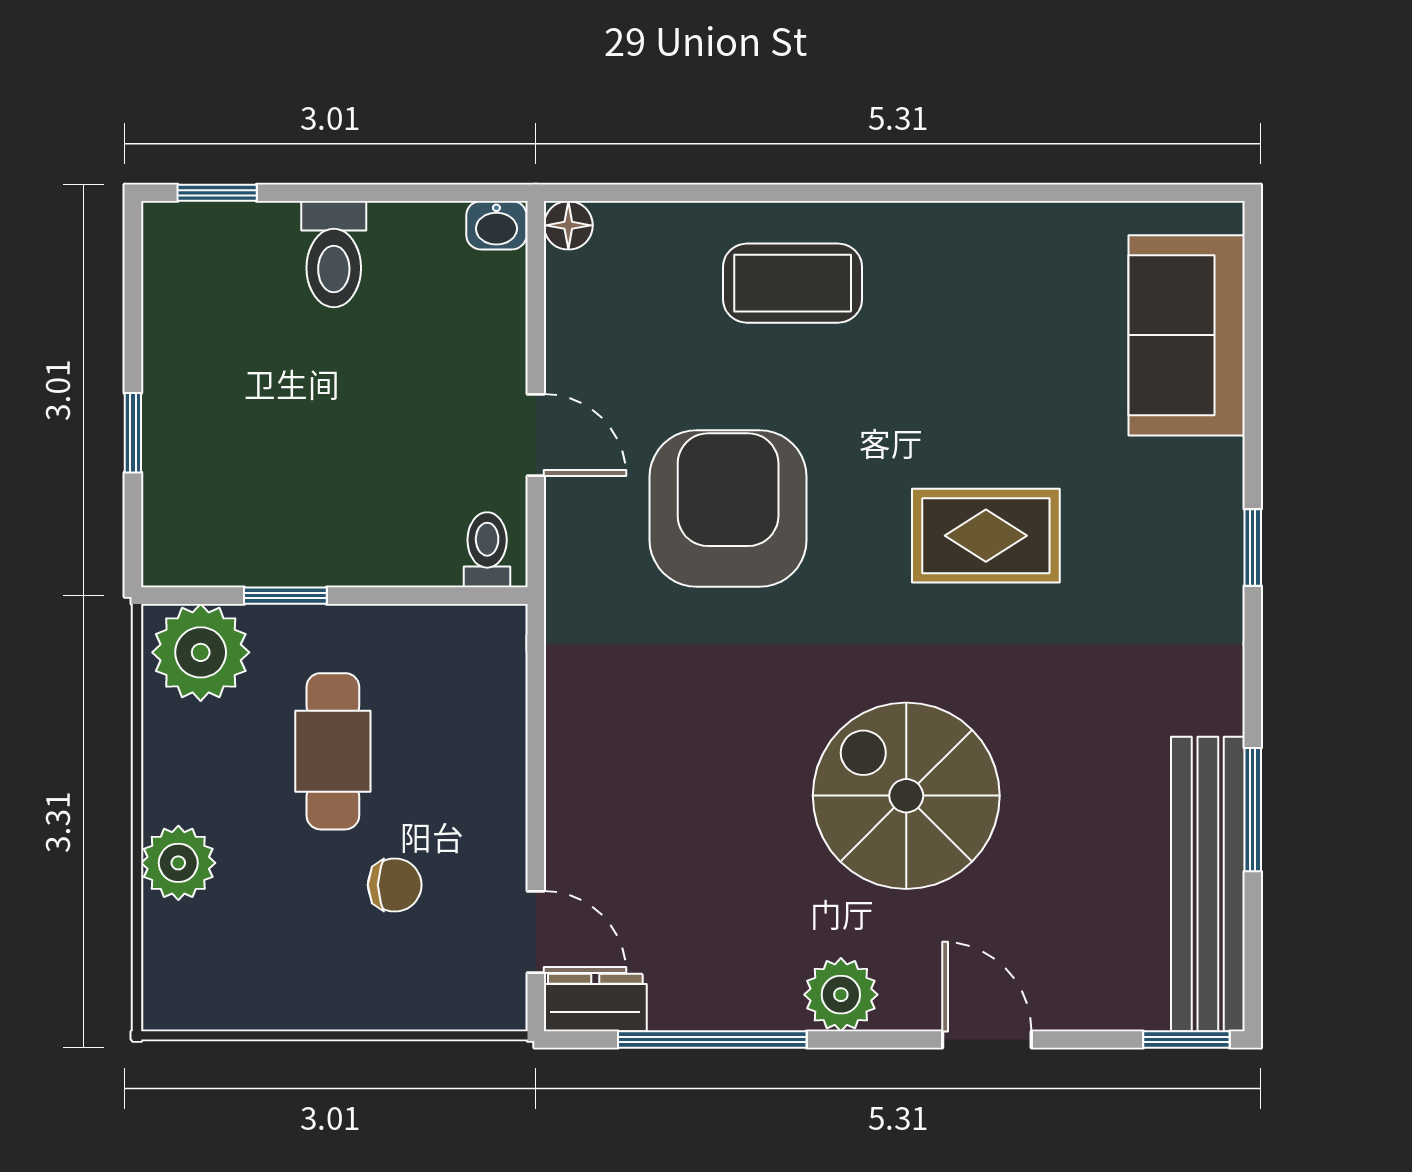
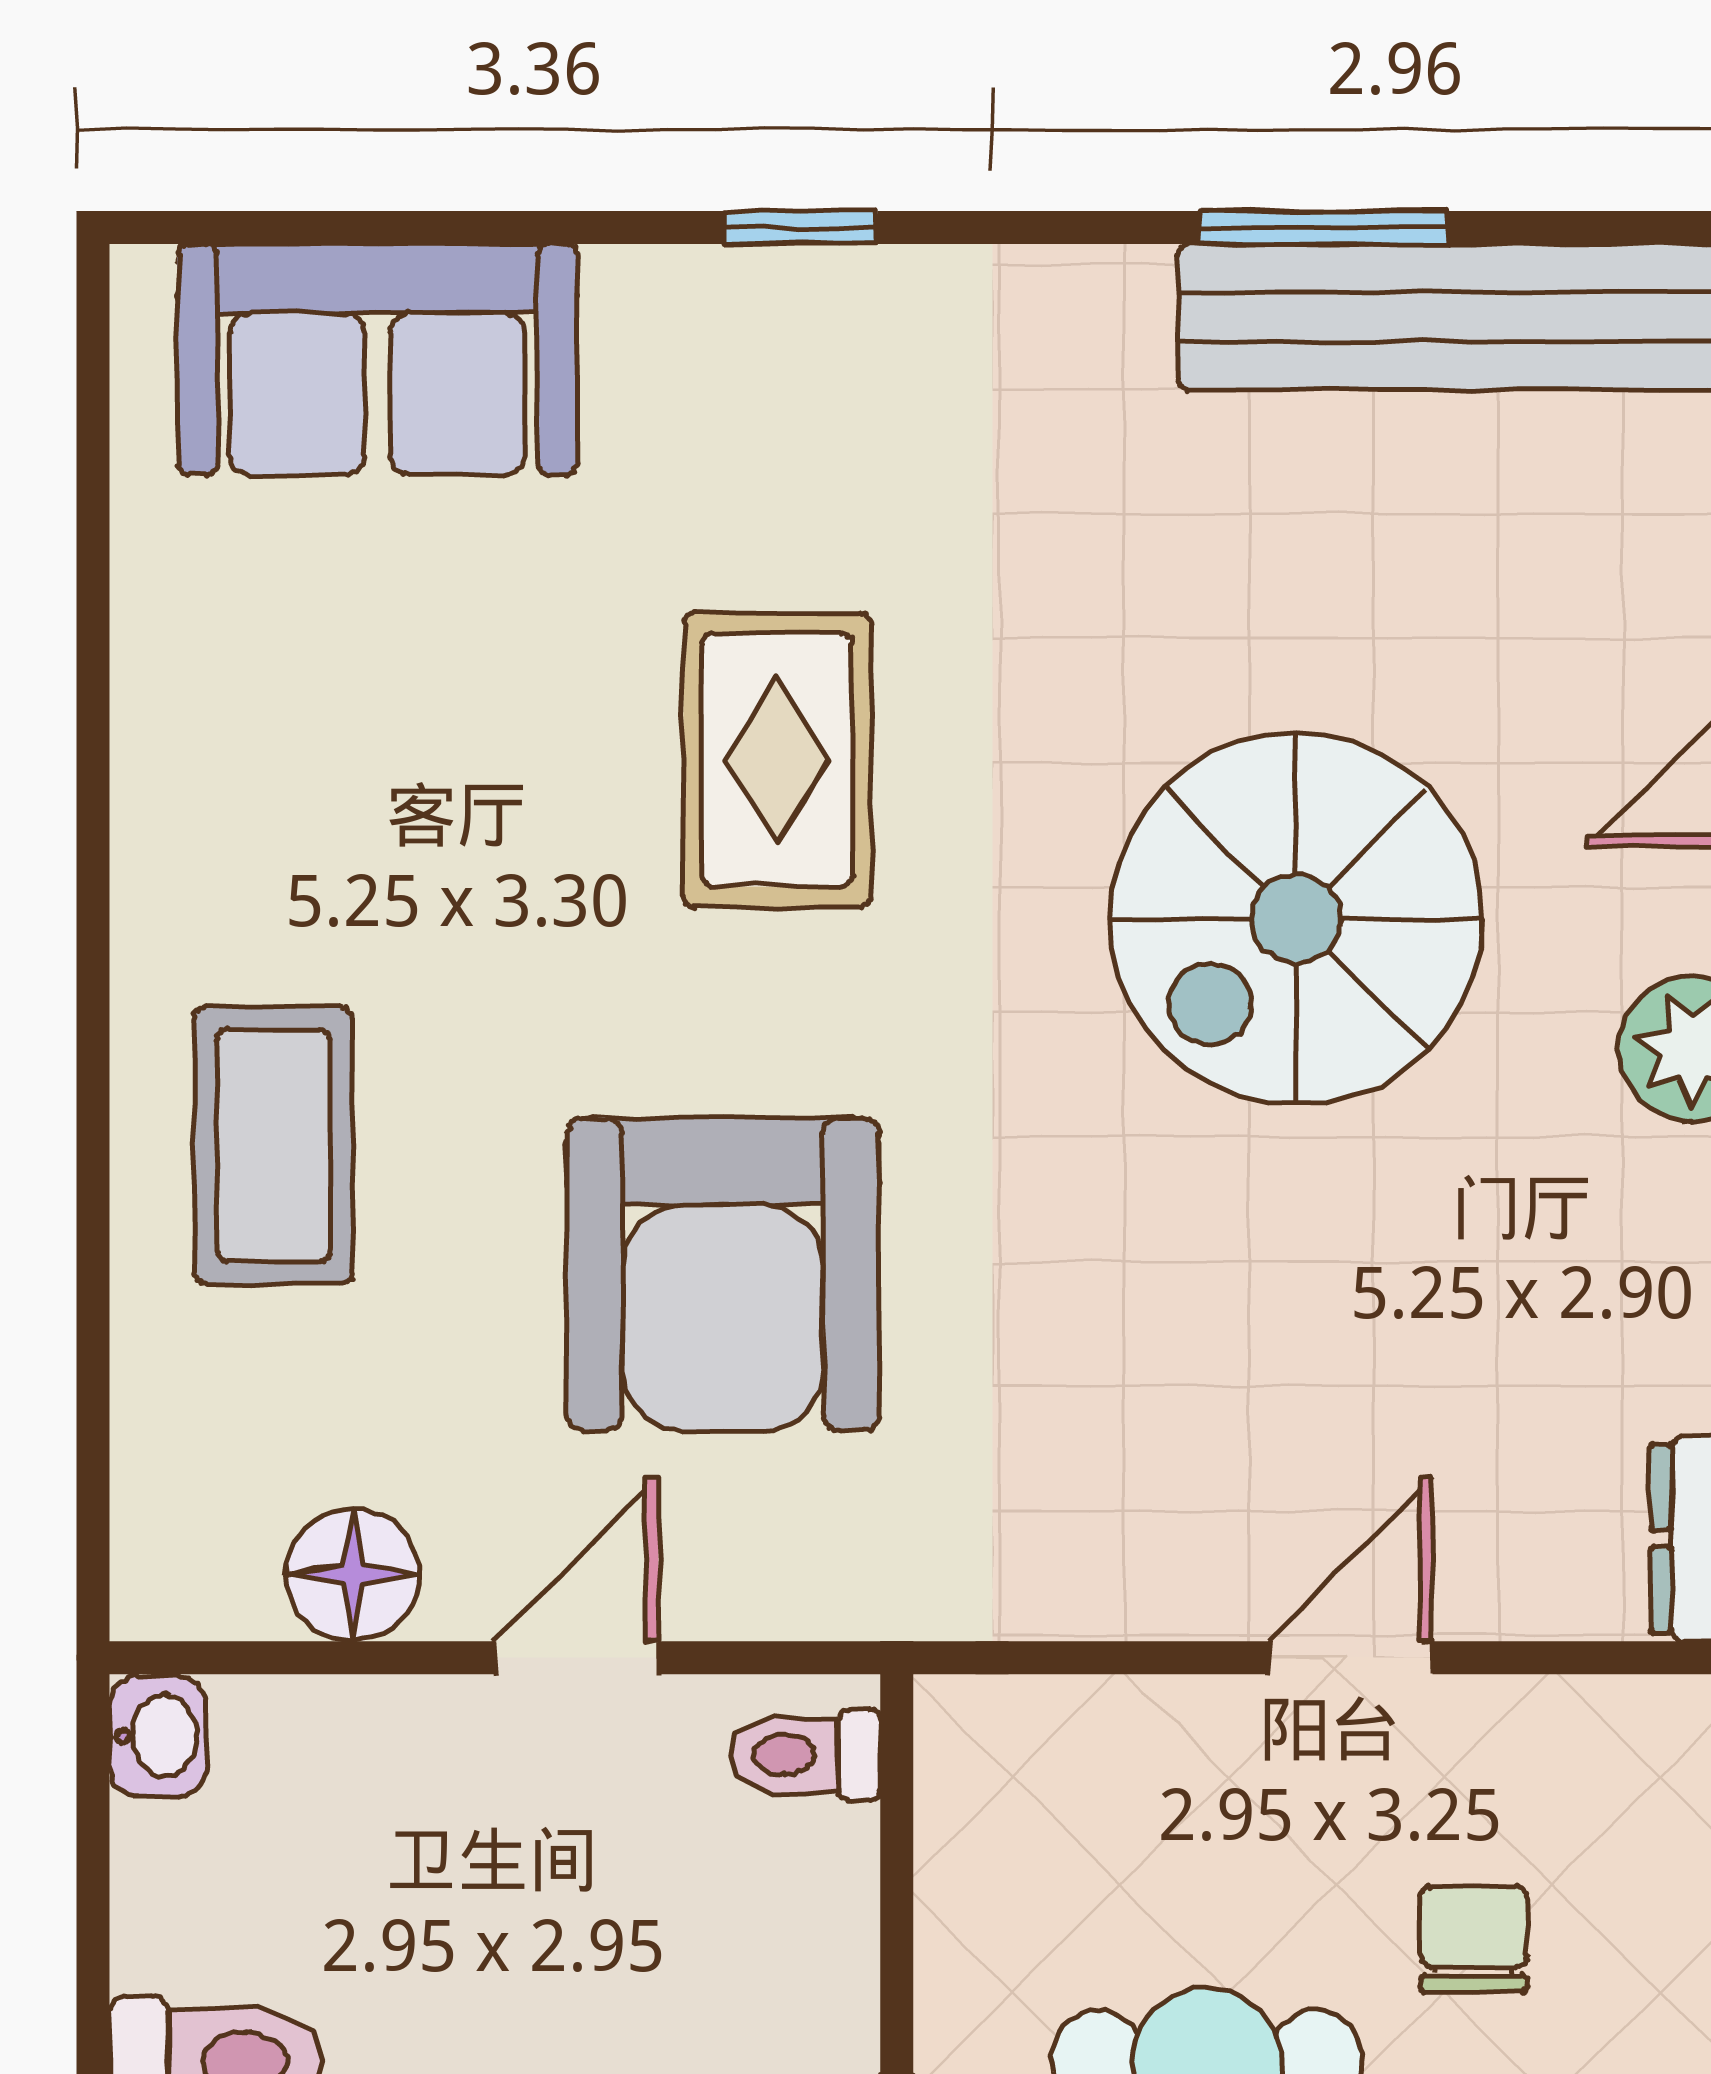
floor lamp: (568, 225) -> (353, 1575), moved, width x1.37, depth x1.37
armchair: (728, 508) -> (723, 1274), turned -90
door: (536, 932) -> (1351, 1658), moved

